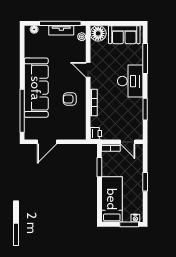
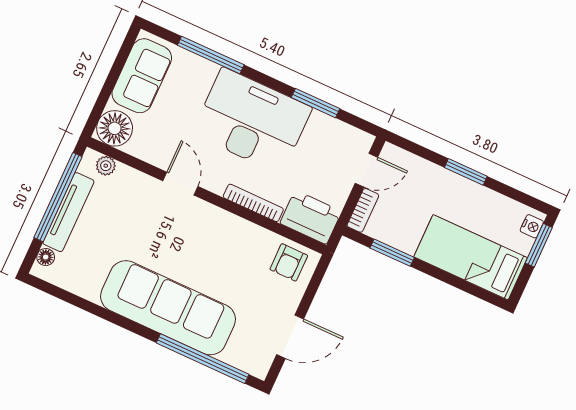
tv unit: (61, 30) -> (68, 212), width x1.41
door: (88, 70) -> (180, 184), swing flipped
desk: (130, 81) -> (252, 121), width x1.36, depth x1.30
armchair: (70, 99) -> (289, 262), moved
printer: (96, 133) -> (311, 217), width x1.87, depth x1.48
door: (47, 142) -> (290, 337), hinge flipped

